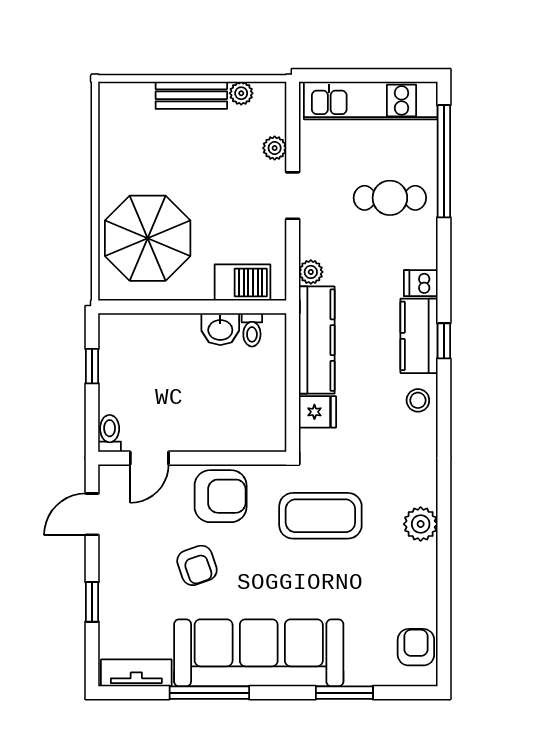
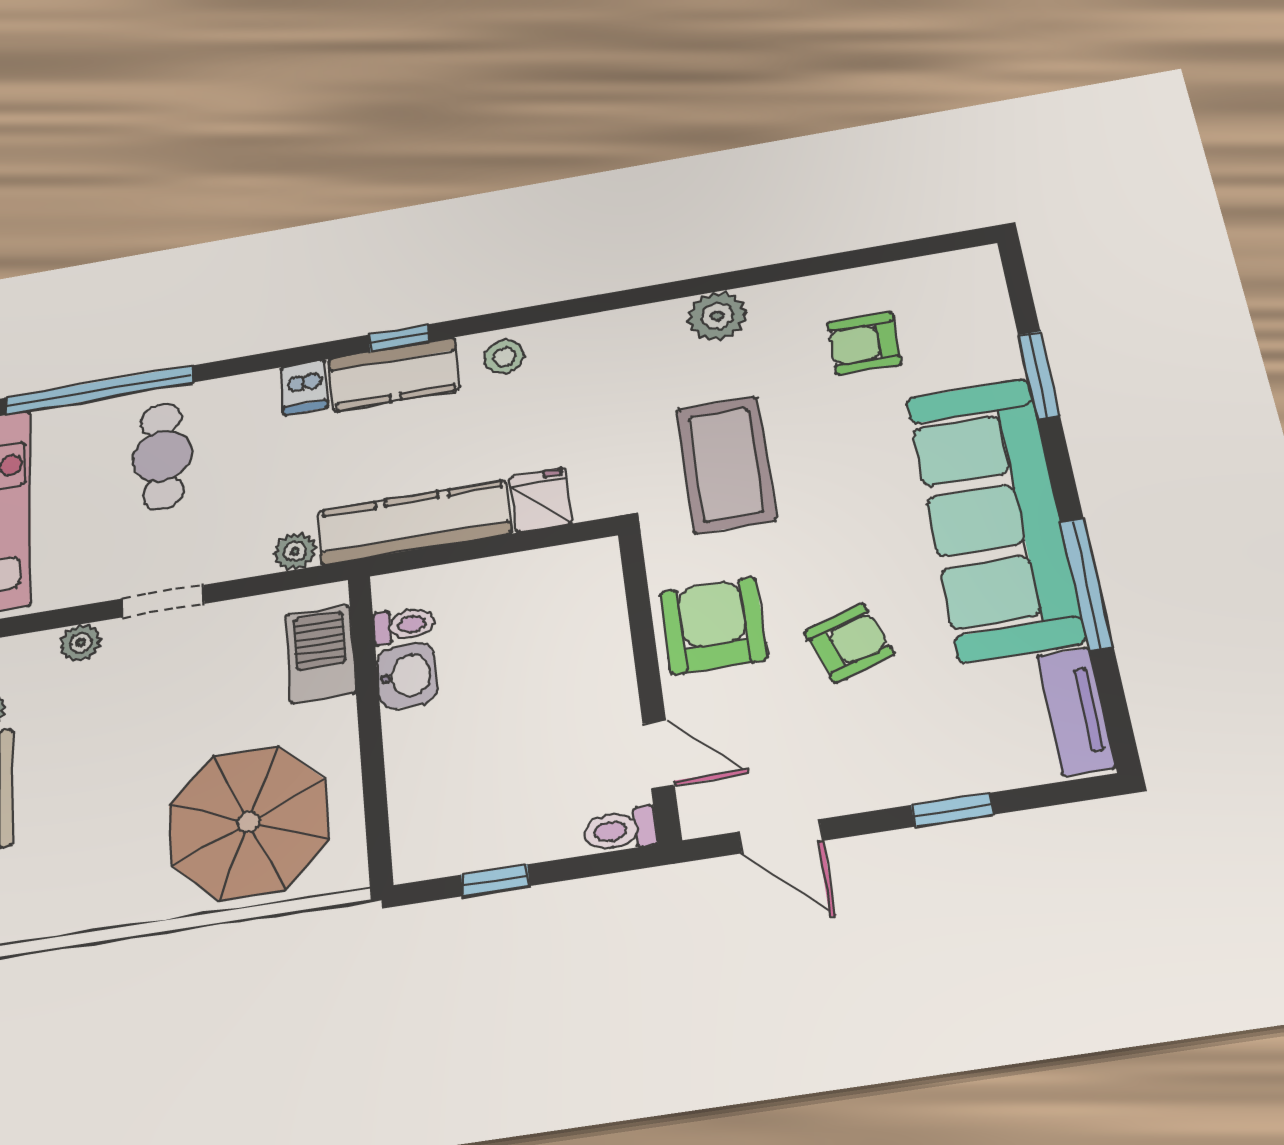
armchair: (416, 647) -> (864, 343), moved

